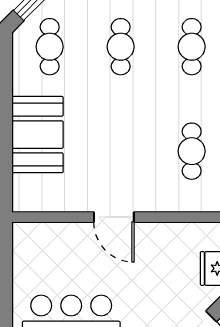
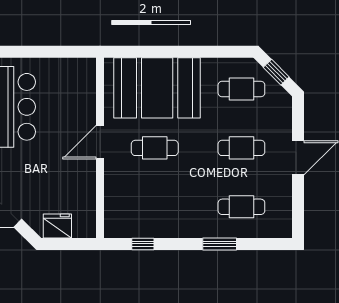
booth: (38, 135) -> (157, 88), width x1.36, depth x1.42
cafe table: (192, 151) -> (155, 148), moved

